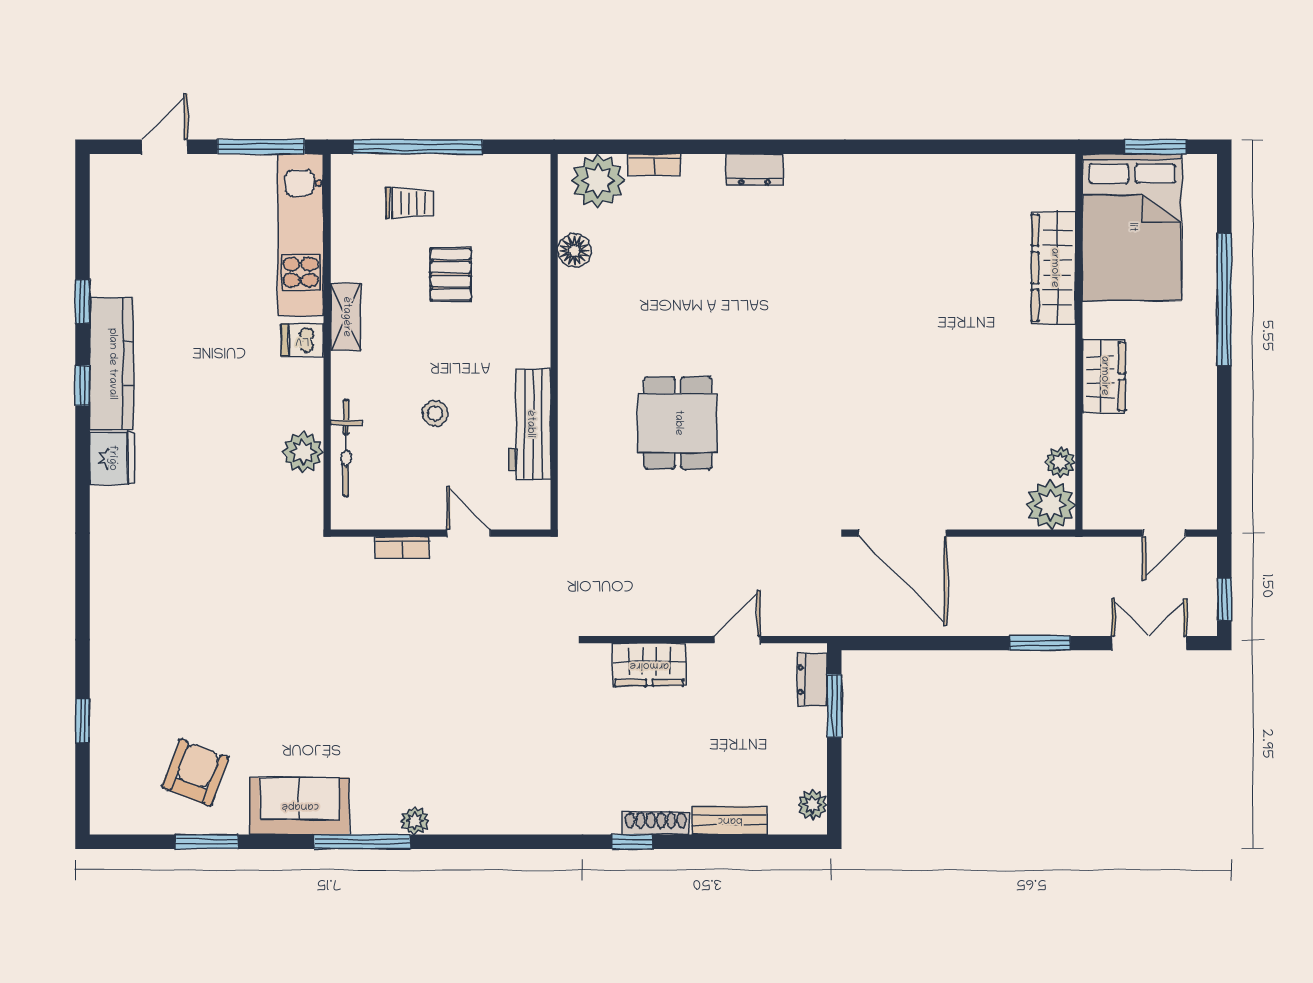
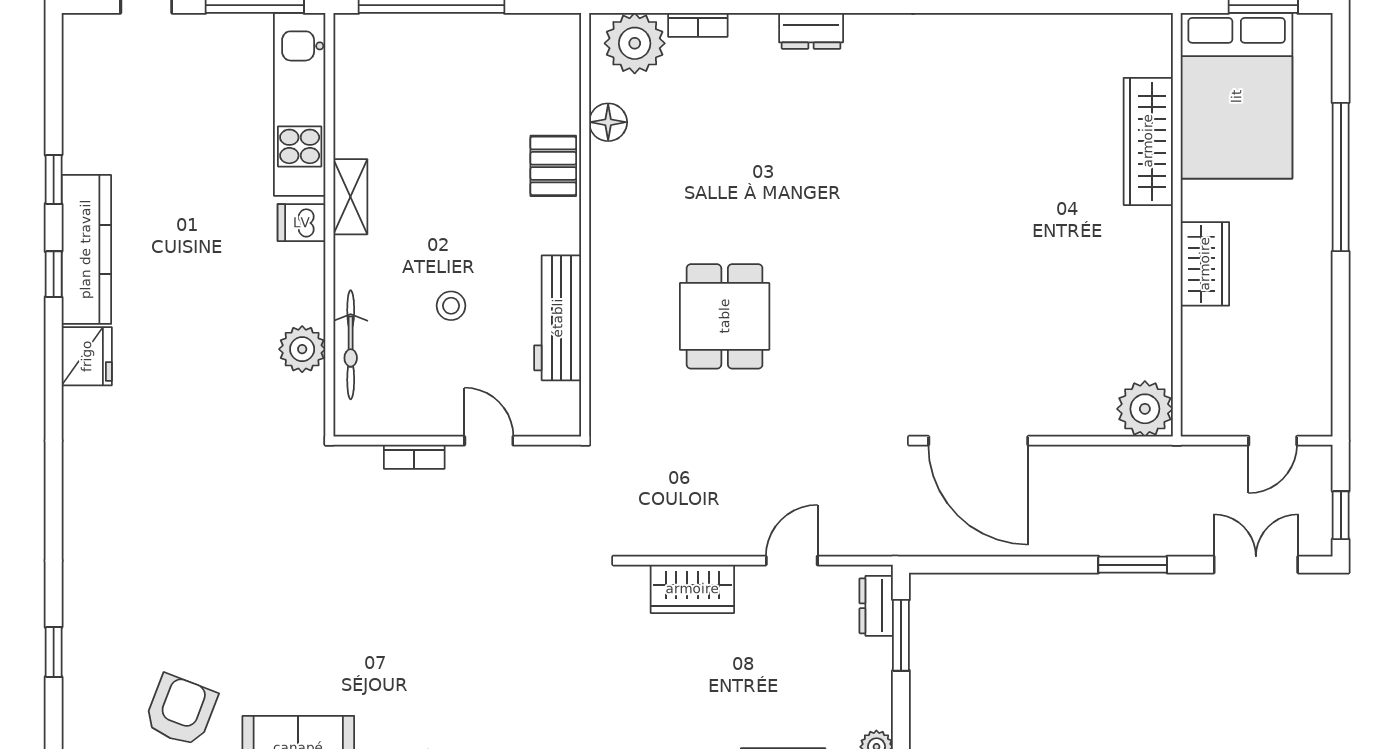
trolley: (410, 203) -> (422, 69), removed
pallet: (451, 274) -> (553, 166), moved
plant: (1060, 462) -> (1156, 361), removed

